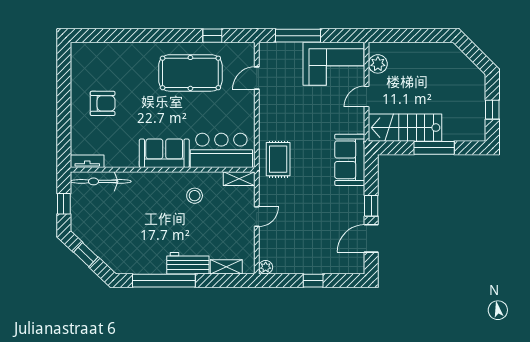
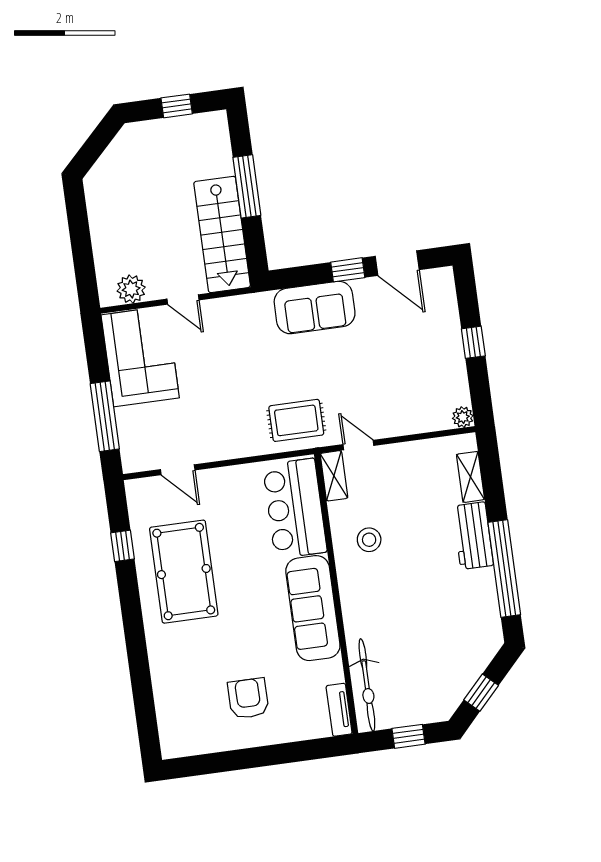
sofa: (164, 153) -> (313, 608), width x1.36
sofa: (350, 160) -> (315, 308), moved
door: (257, 217) -> (358, 445), moved

